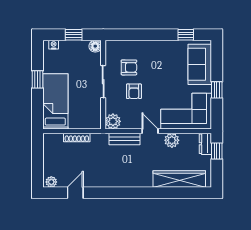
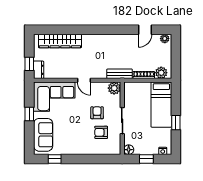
bench: (124, 139) -> (120, 74), moved
plant: (172, 140) -> (161, 73), moved

